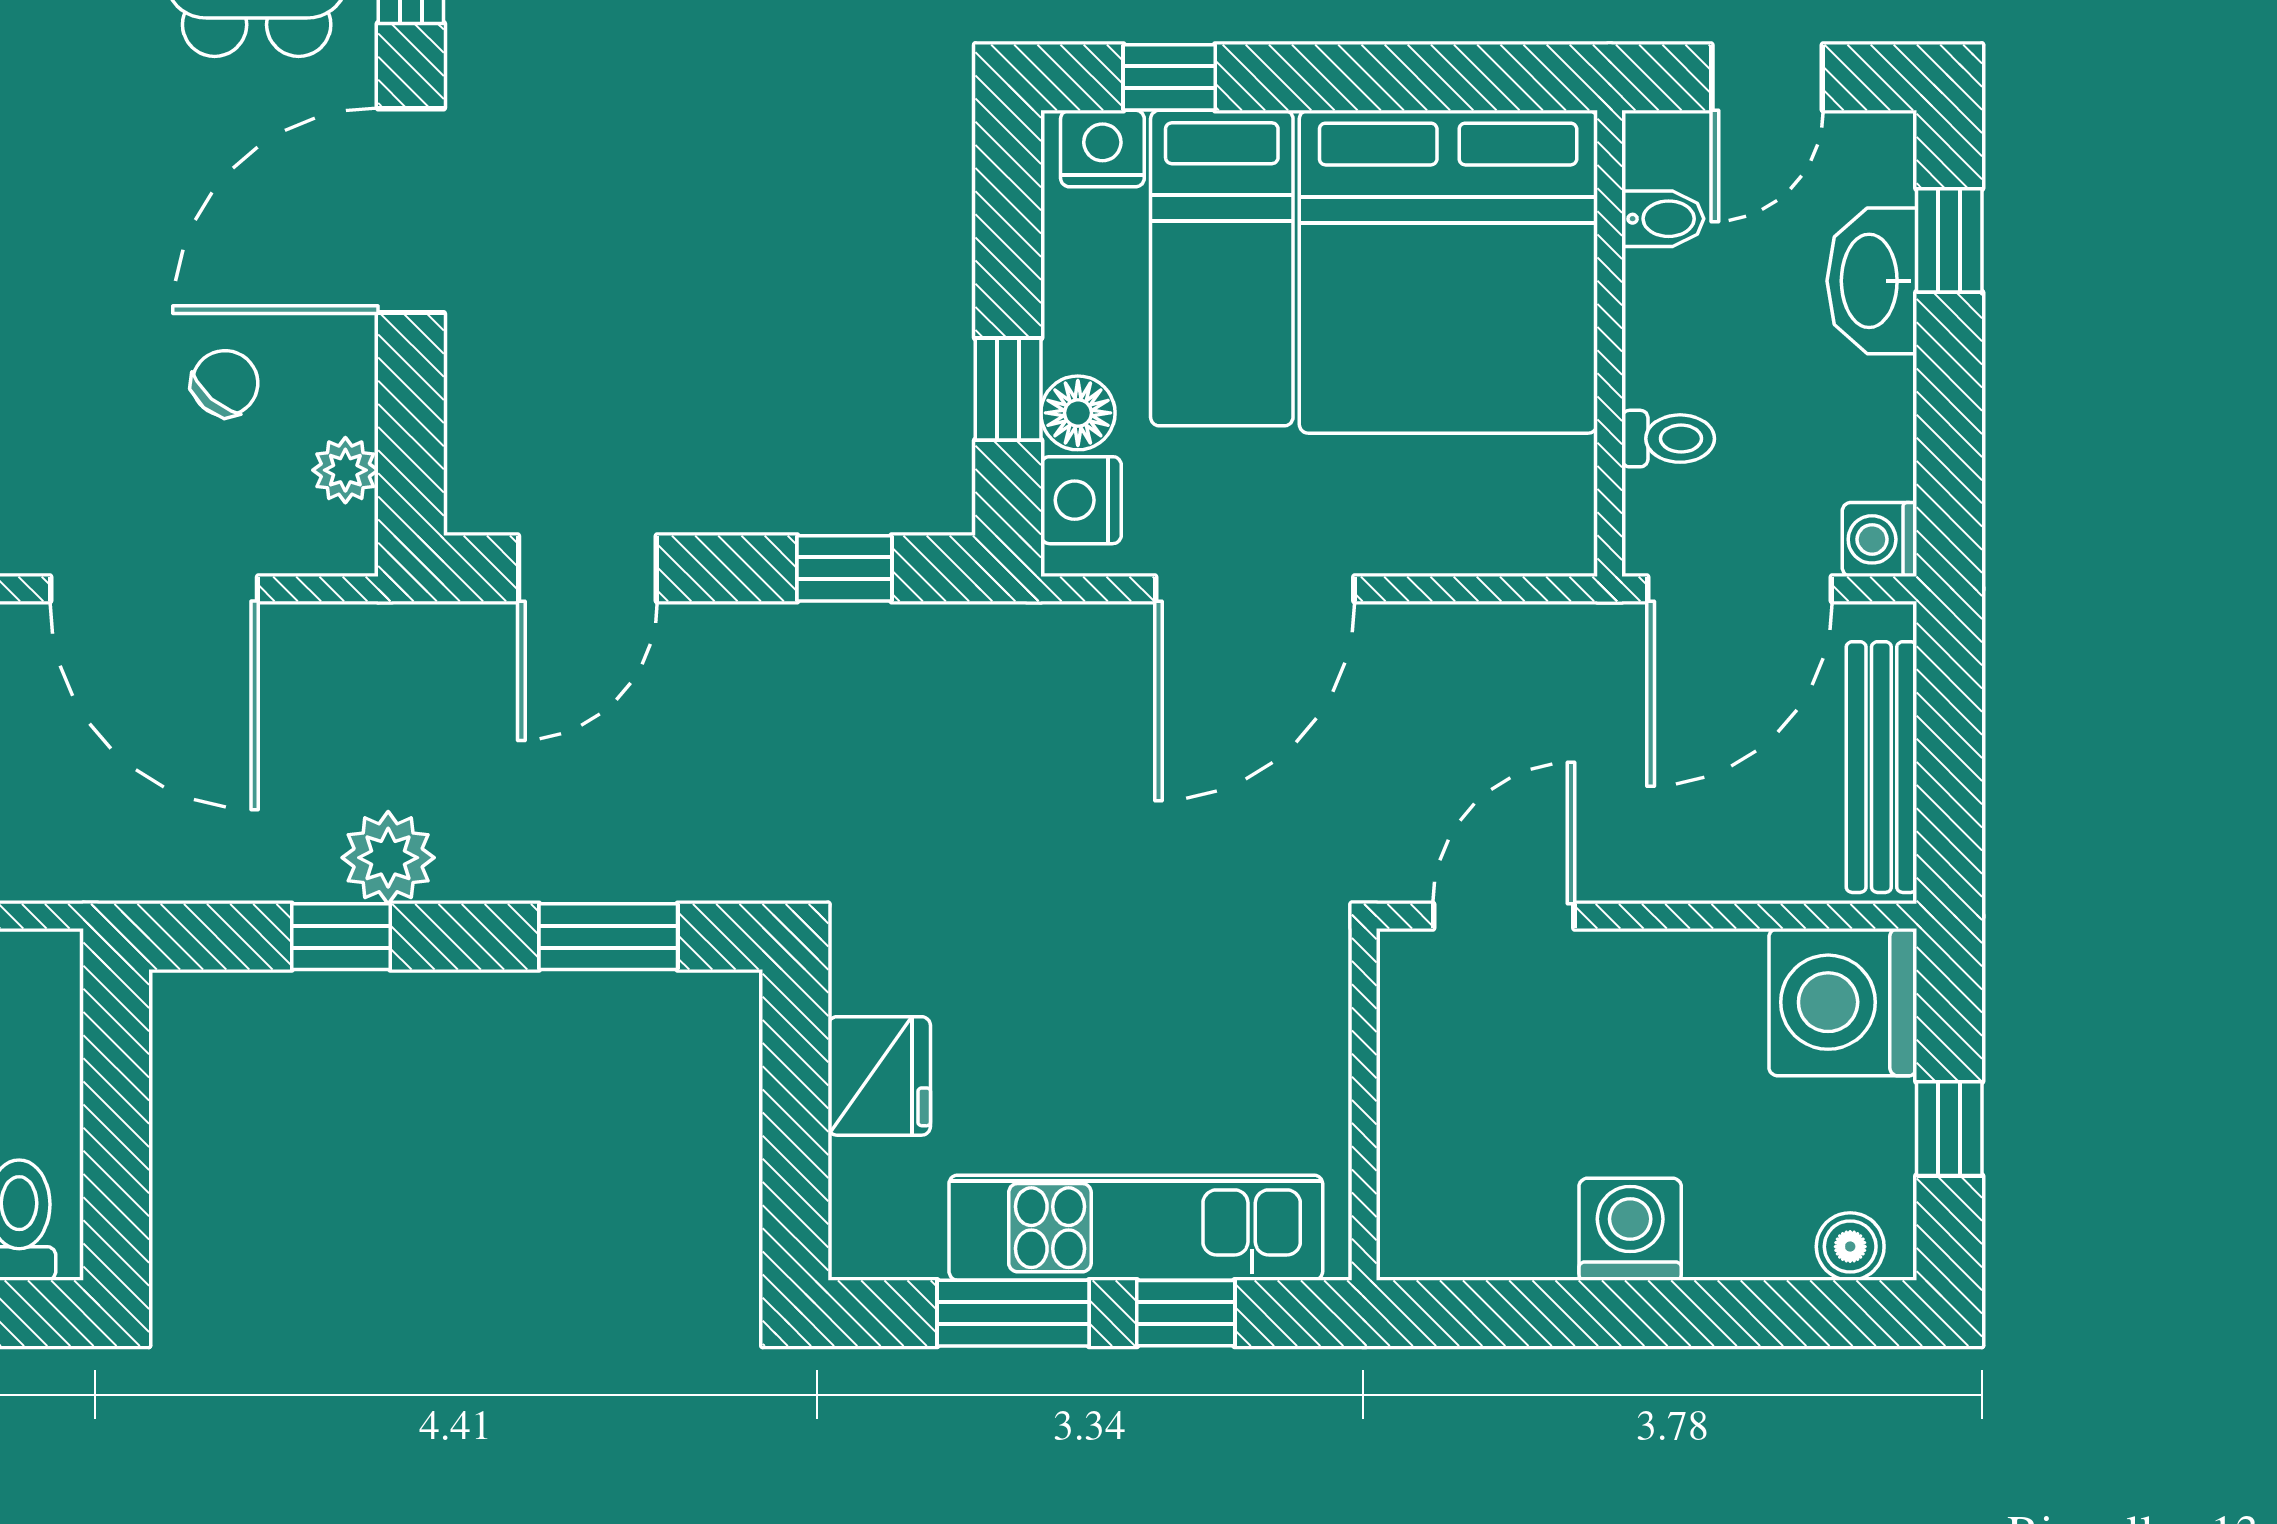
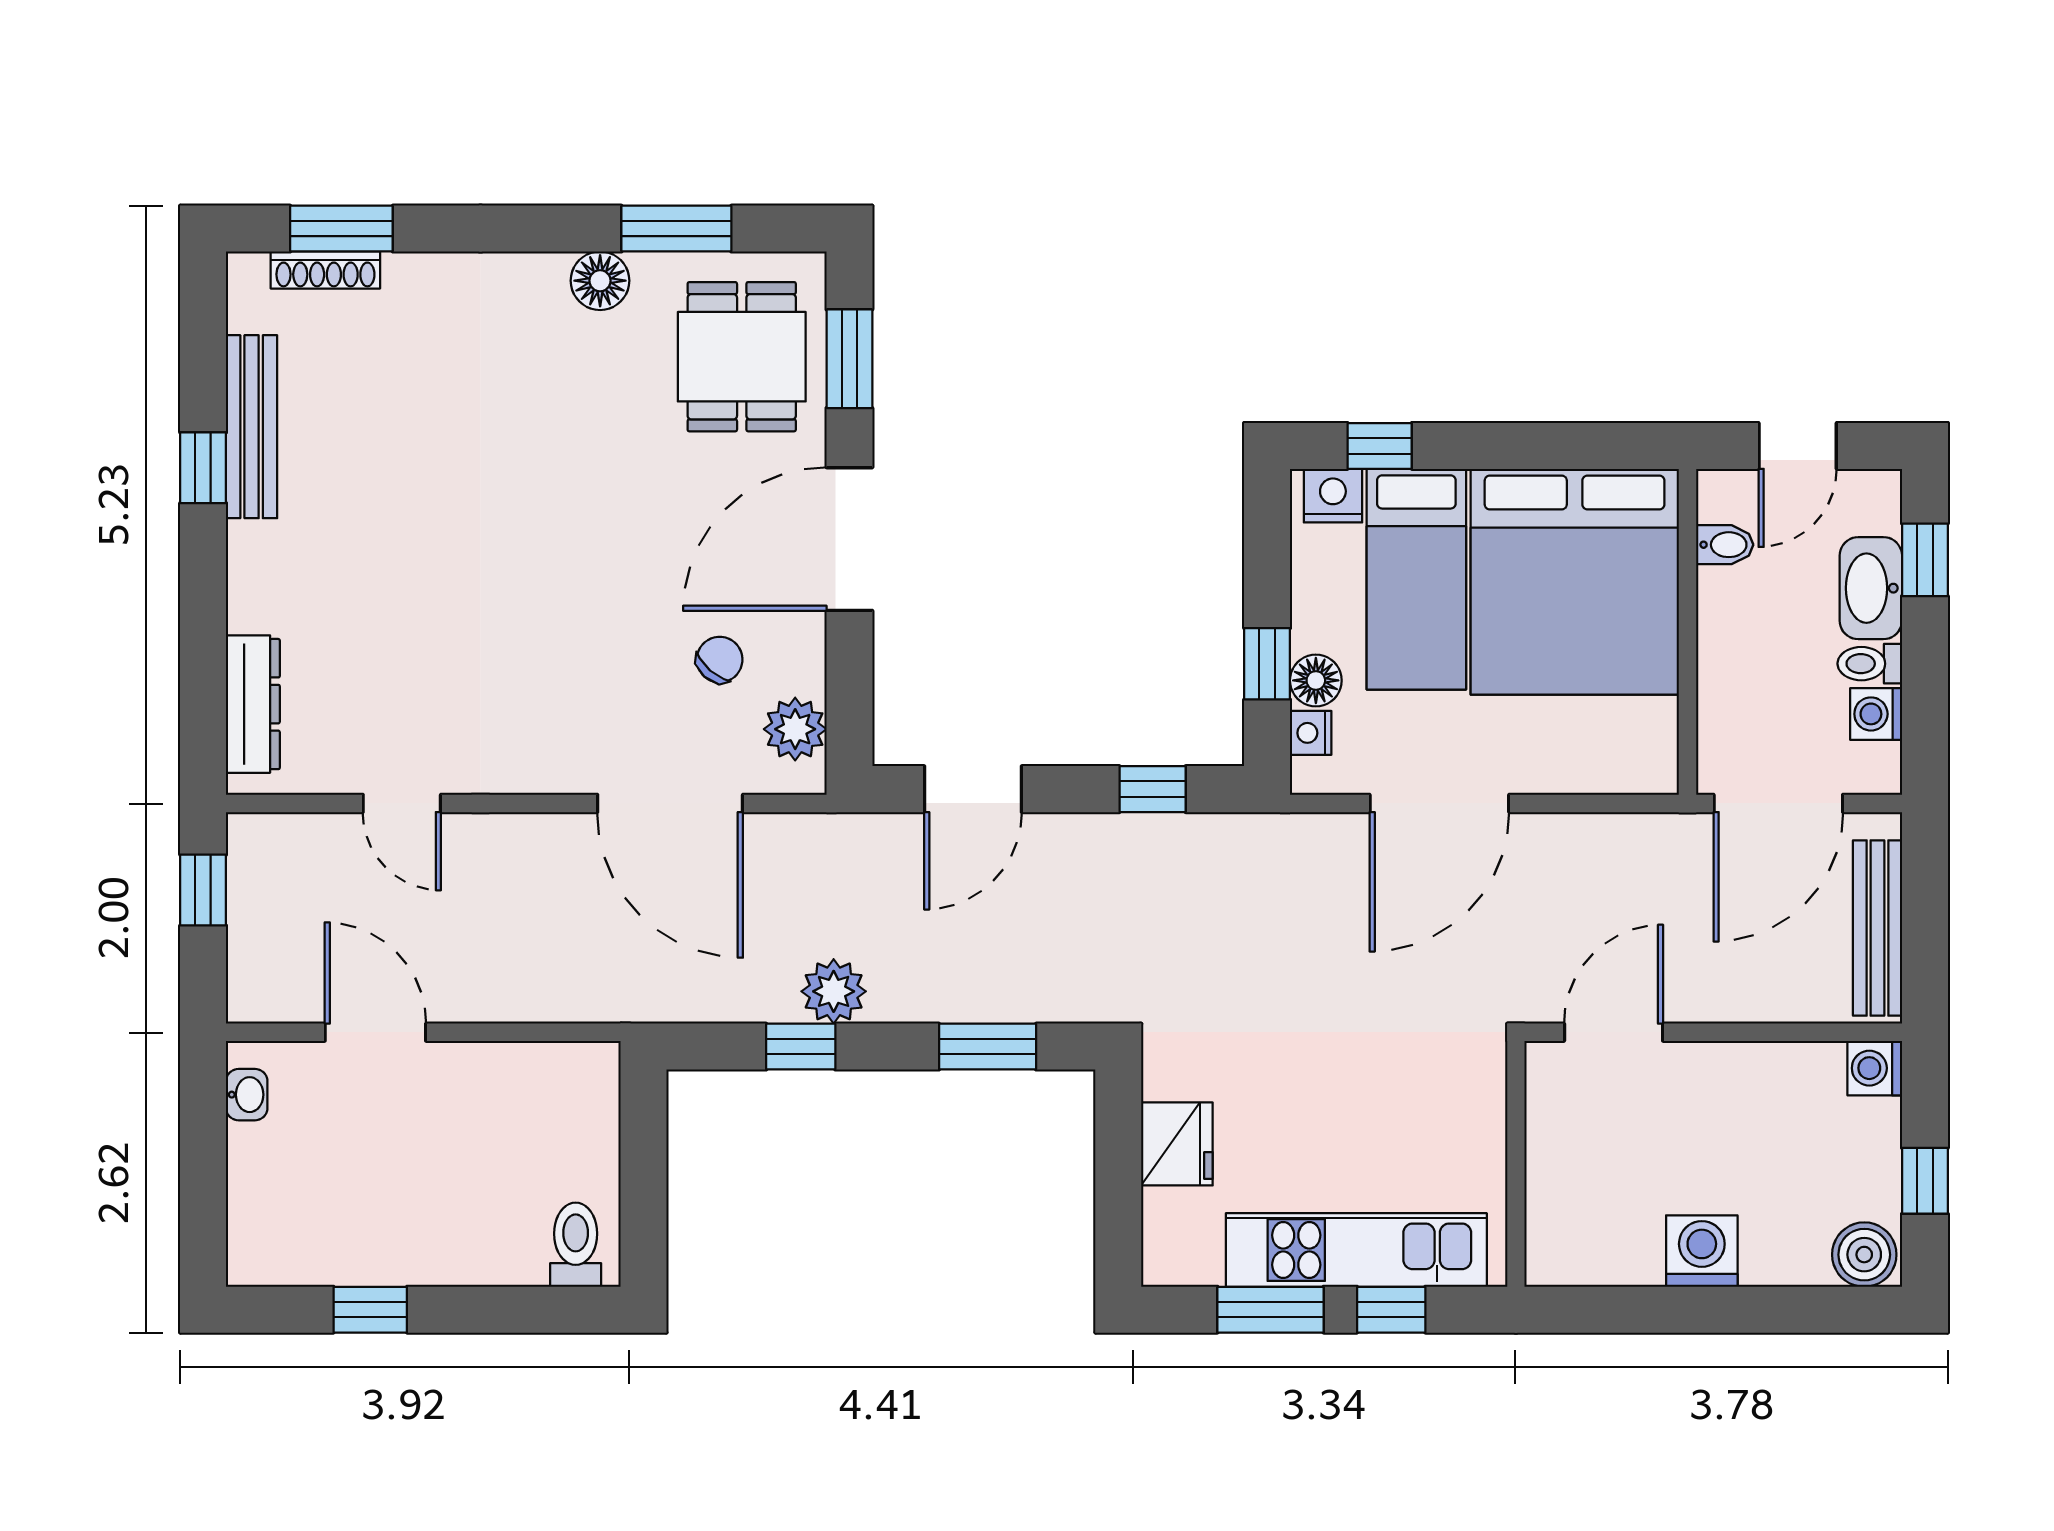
toilet: (1668, 439) -> (1870, 664), moved, turned 180
plant: (345, 470) -> (795, 729), width x1.38, depth x1.38
nightstand: (1081, 500) -> (1311, 733), width x0.72, depth x0.74
washing machine: (1879, 539) -> (1876, 714), moved
washing machine: (1843, 1002) -> (1875, 1068), width x0.53, depth x0.53
boiler: (1850, 1247) -> (1864, 1255), width x1.36, depth x1.36

